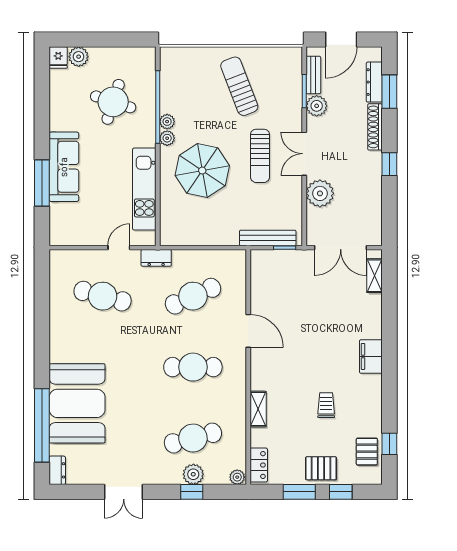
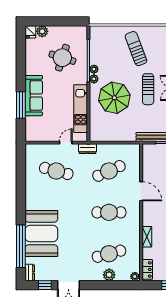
window: (192, 492) -> (45, 285), moved

